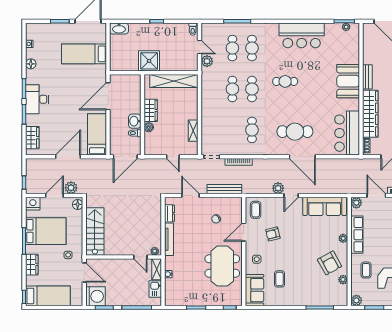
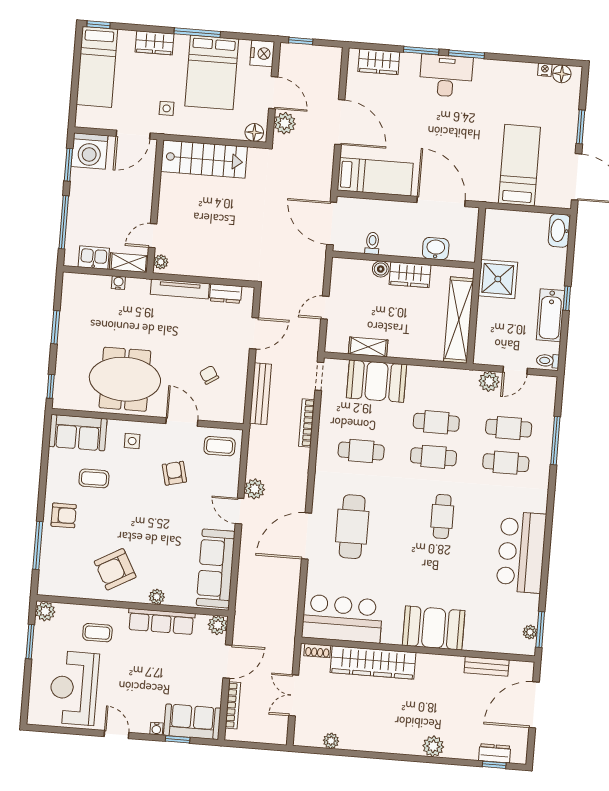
bathtub: (167, 30) -> (550, 315), added
floor lamp: (31, 64) -> (562, 74), moved
bench: (367, 77) -> (487, 666), moved
washbasin: (135, 121) -> (436, 249), moved
booth: (212, 124) -> (377, 381), added
plant: (343, 280) -> (84, 591), removed
armchair: (302, 294) -> (64, 515), added

